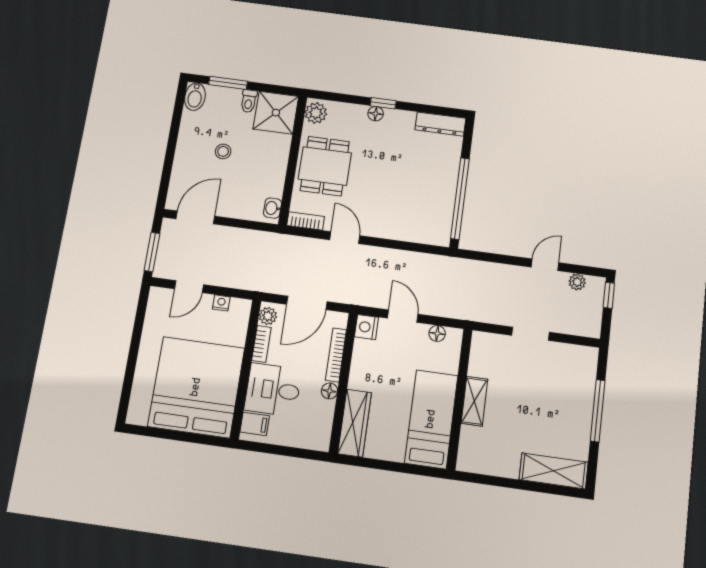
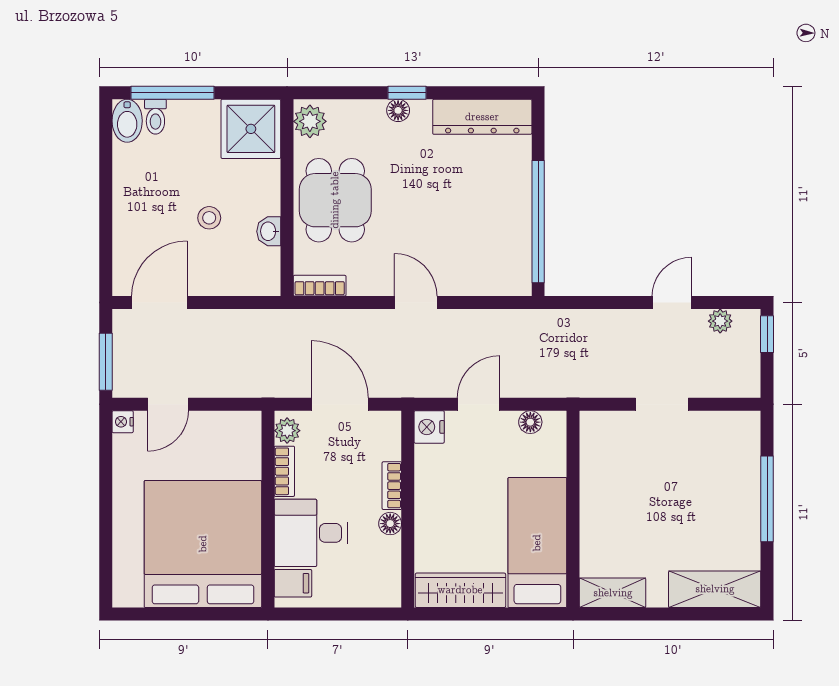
window: (228, 83) -> (173, 93), width x1.44
toilet: (249, 101) -> (155, 117), moved
dresser: (440, 124) -> (482, 117), width x1.37, depth x1.24
stool: (223, 151) -> (209, 218), moved
washbasin: (272, 208) -> (269, 231), moved
door: (345, 238) -> (416, 303), moved
nightstand: (221, 303) -> (123, 422), moved, turned -90
door: (307, 303) -> (340, 404), swing flipped
door: (403, 316) -> (478, 404), hinge flipped
bookcase: (336, 355) -> (392, 486), width x0.64
shelving: (474, 401) -> (613, 593), moved, turned 90
wardrobe: (355, 423) -> (460, 590), moved, turned -90

